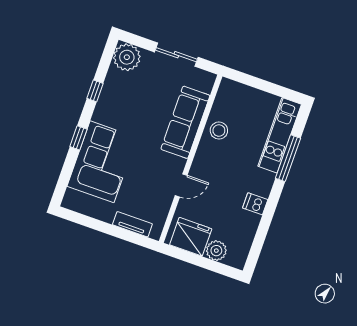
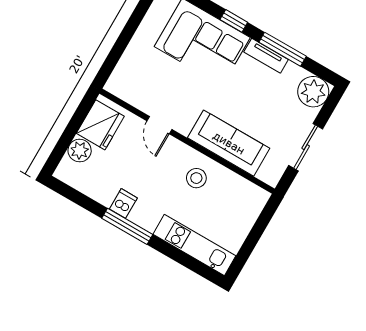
window: (95, 91) -> (283, 49), width x2.17
stool: (219, 131) -> (196, 178), moved
window: (288, 158) -> (127, 226), moved
tv unit: (132, 224) -> (266, 56), moved, turned 90

